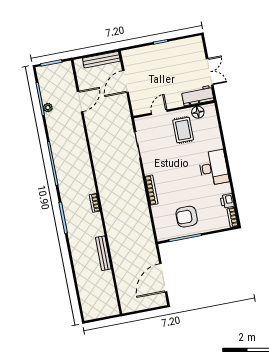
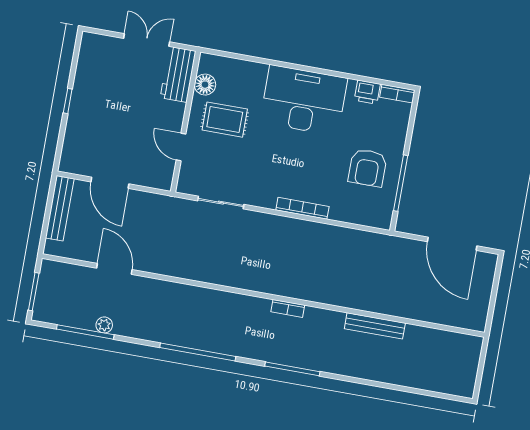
desk: (214, 168) -> (304, 100), width x1.36, depth x1.30

